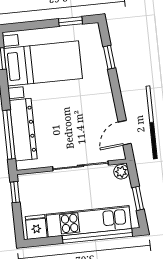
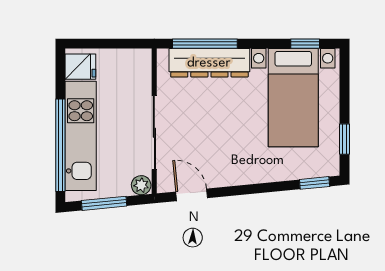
window: (109, 57) -> (315, 183), moved
window: (15, 192) -> (129, 44), removed
window: (138, 198) -> (104, 203), width x1.50

